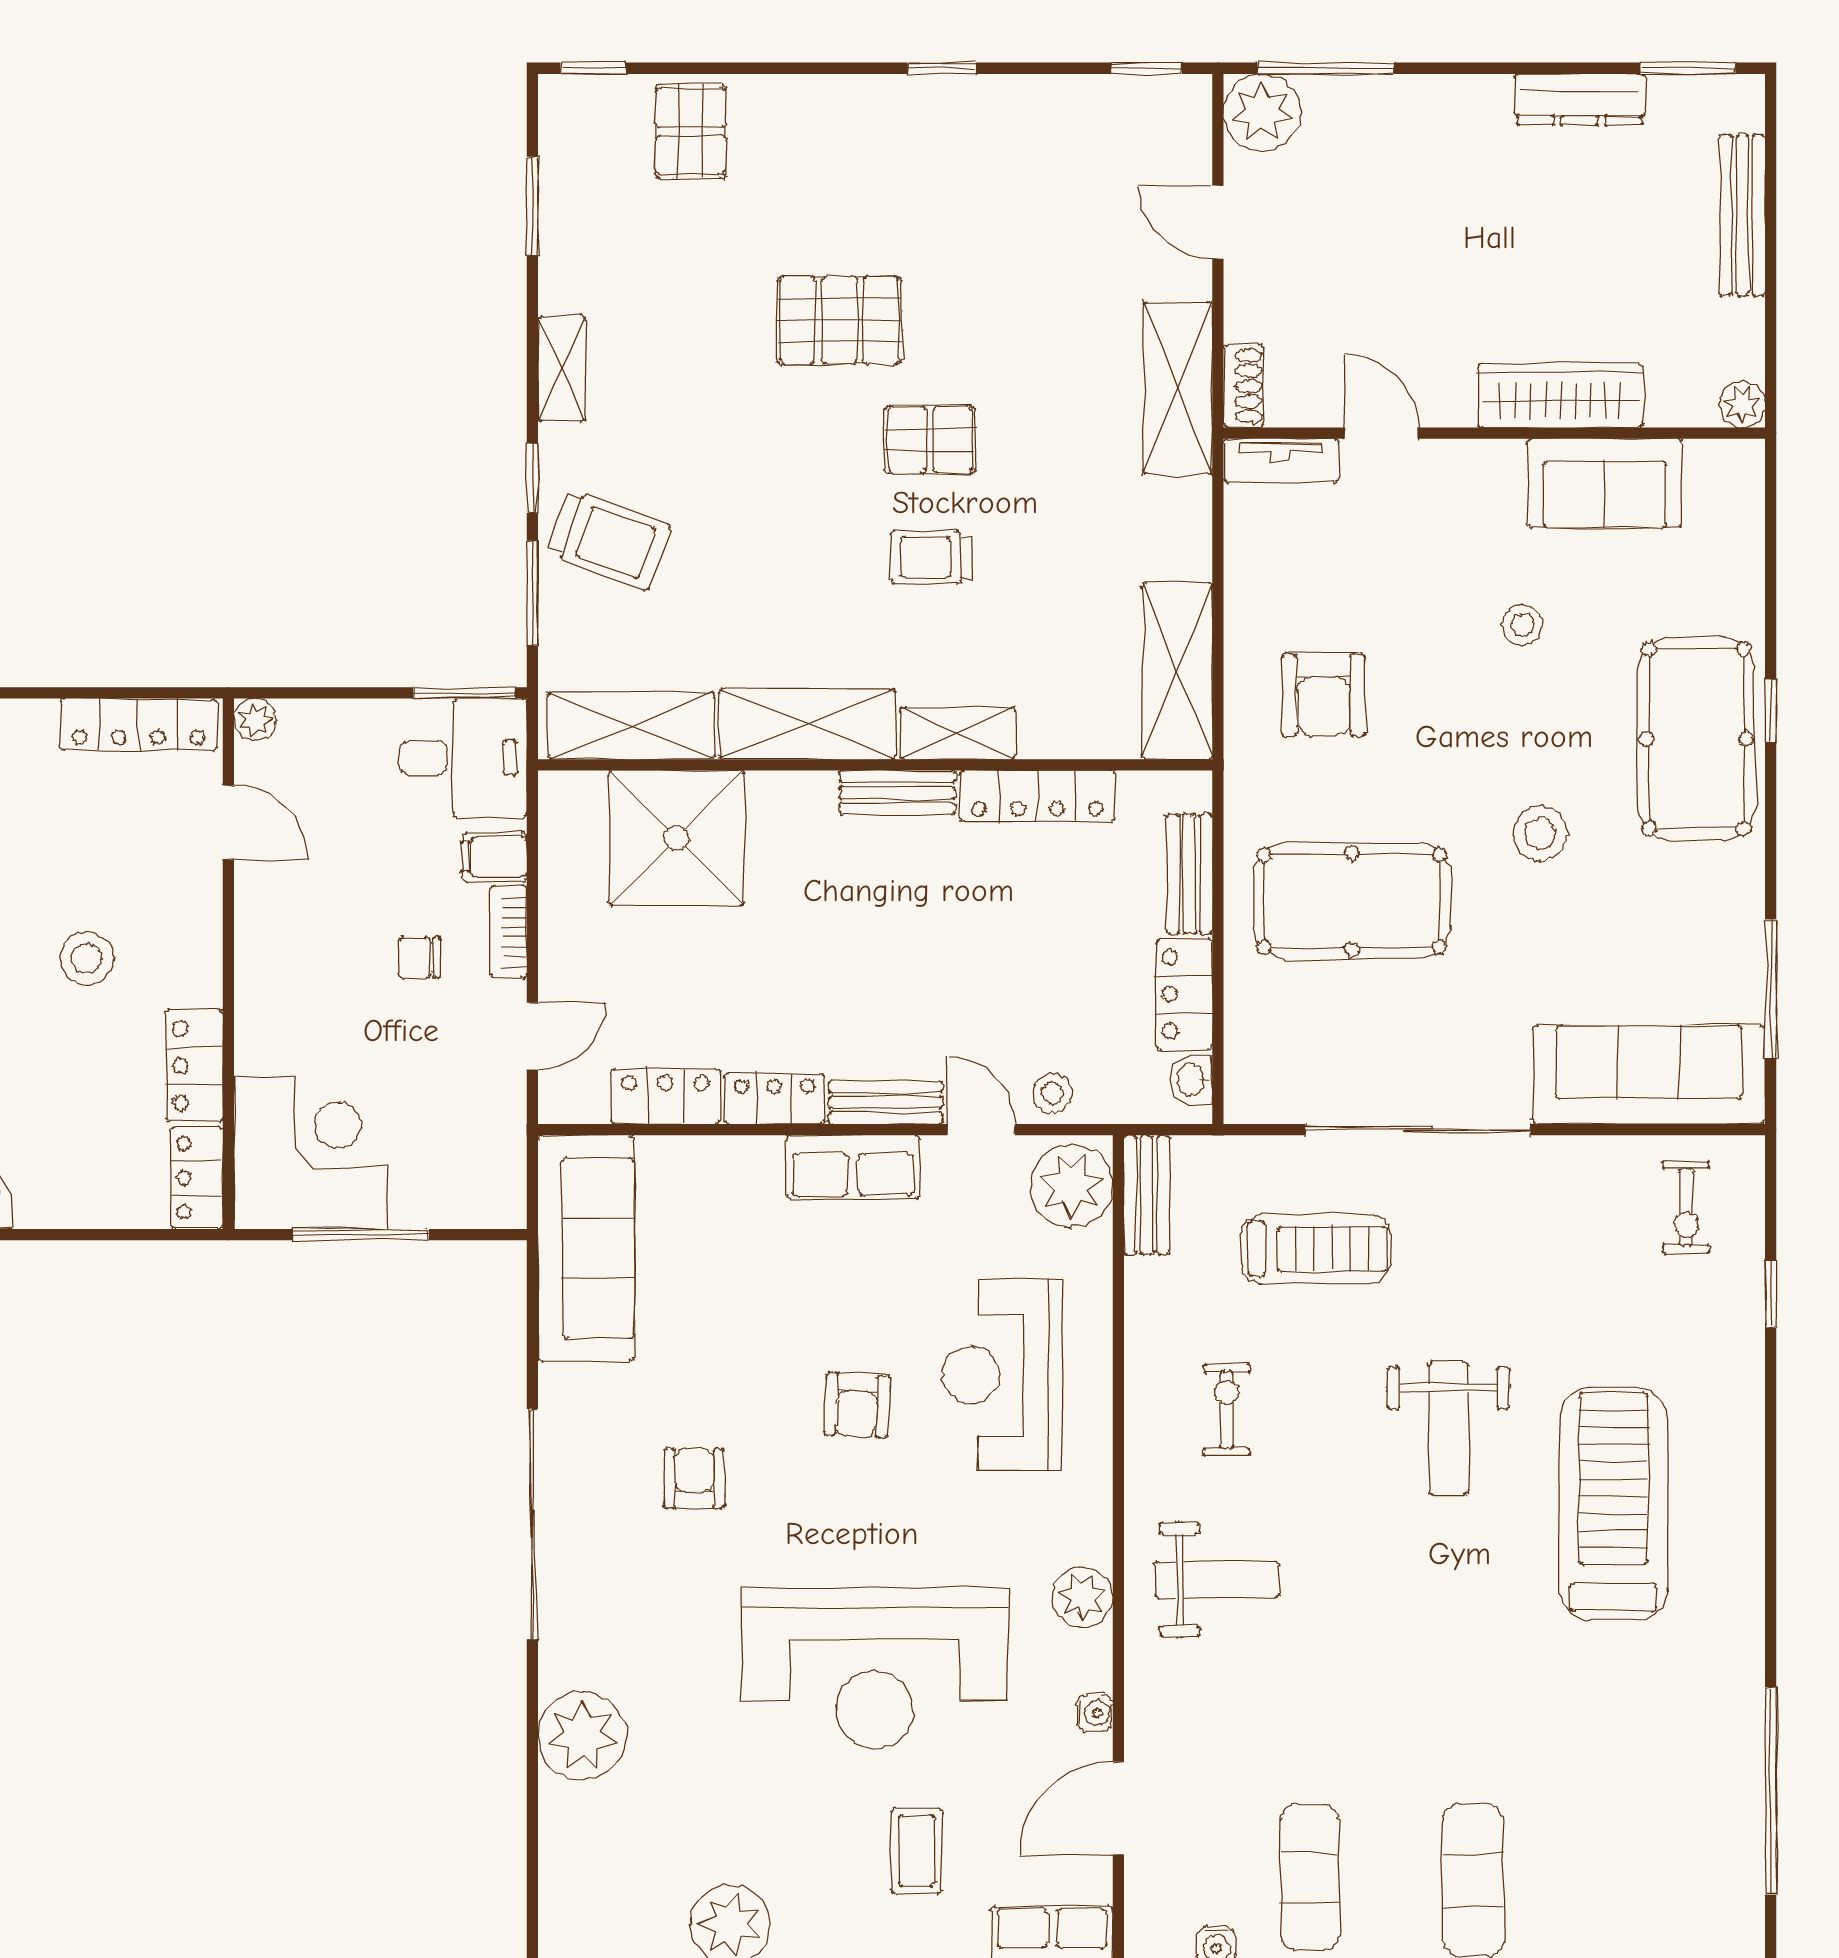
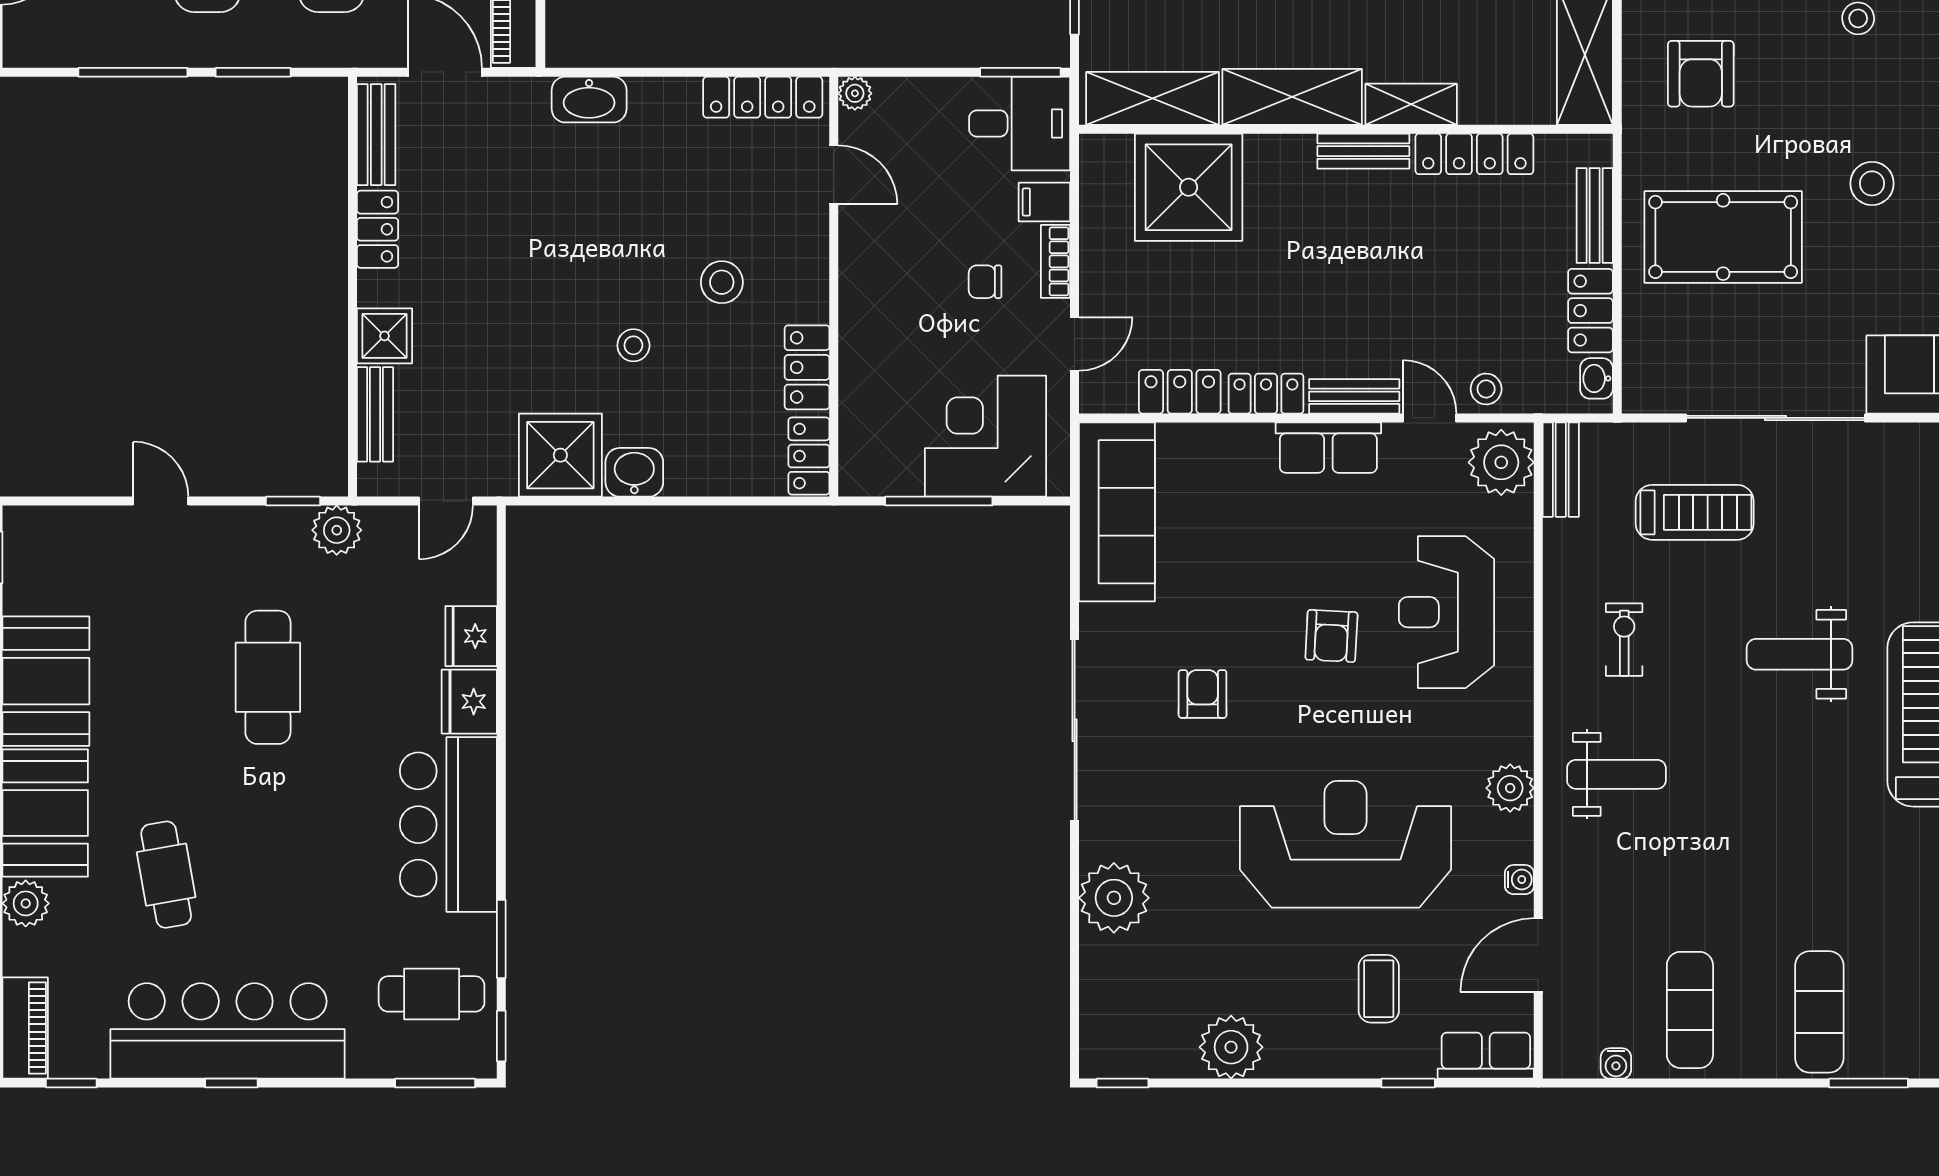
corner desk: (310, 1153) -> (985, 436), moved, turned -90
weight bench: (1448, 1428) -> (1800, 654), turned 90
reception desk: (875, 1668) -> (1345, 844), turned 180

